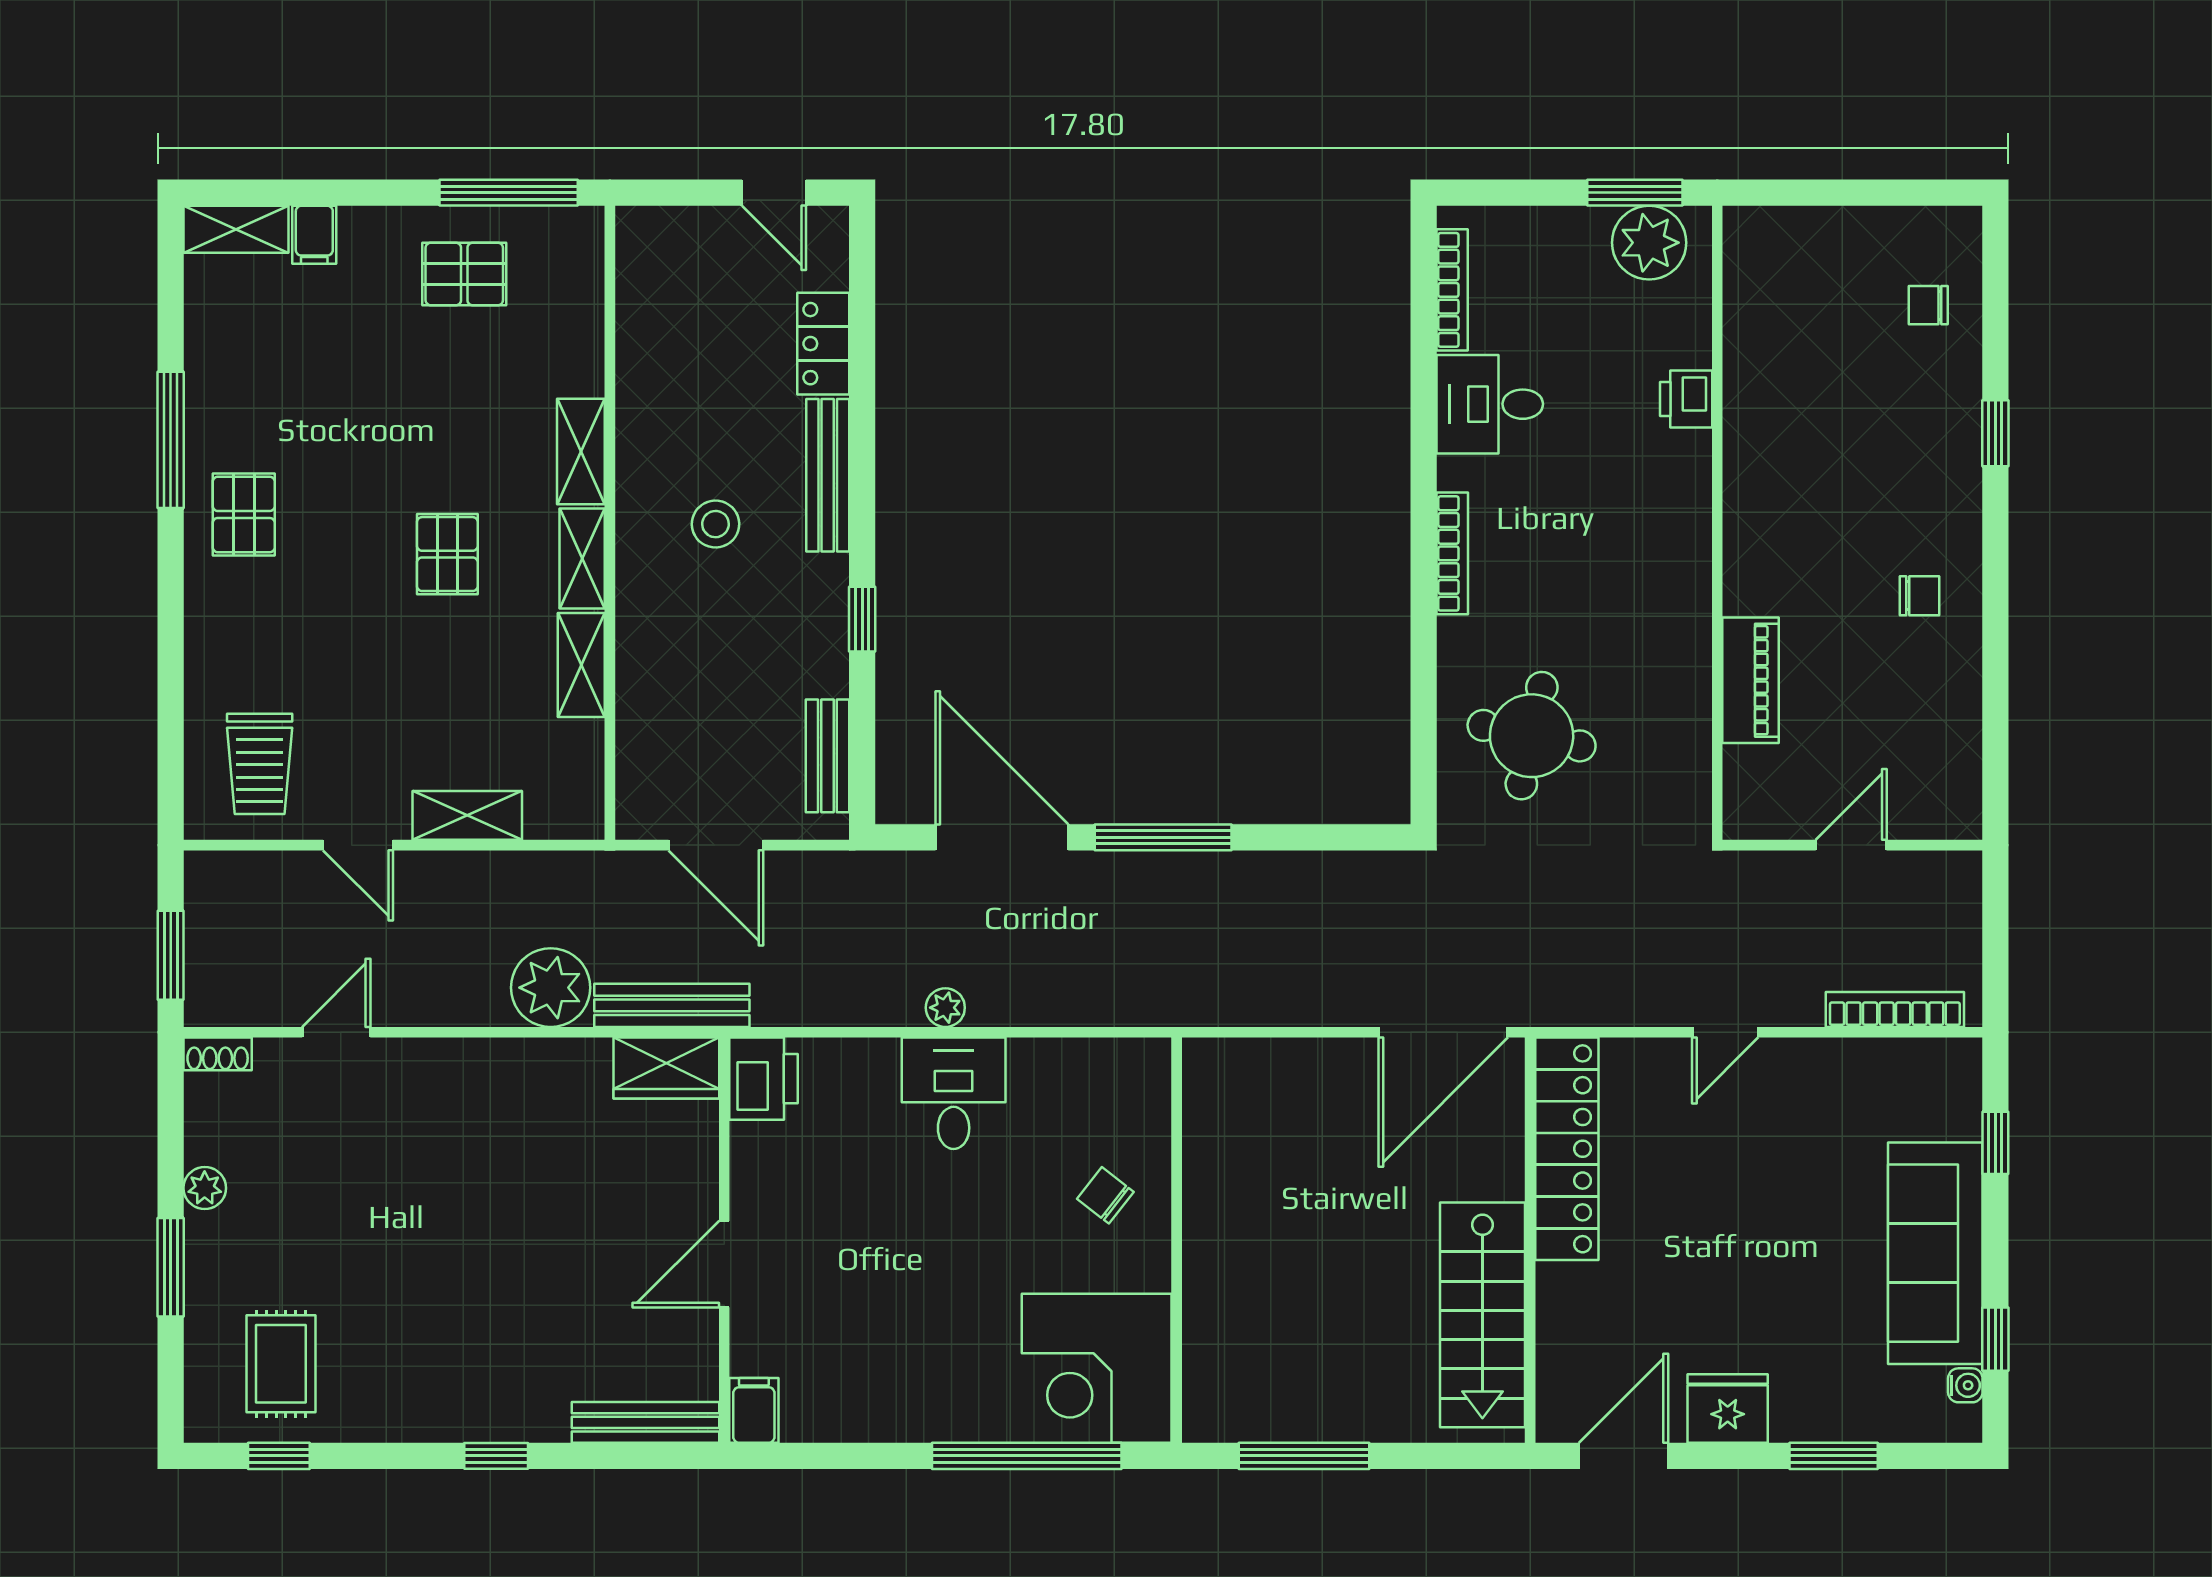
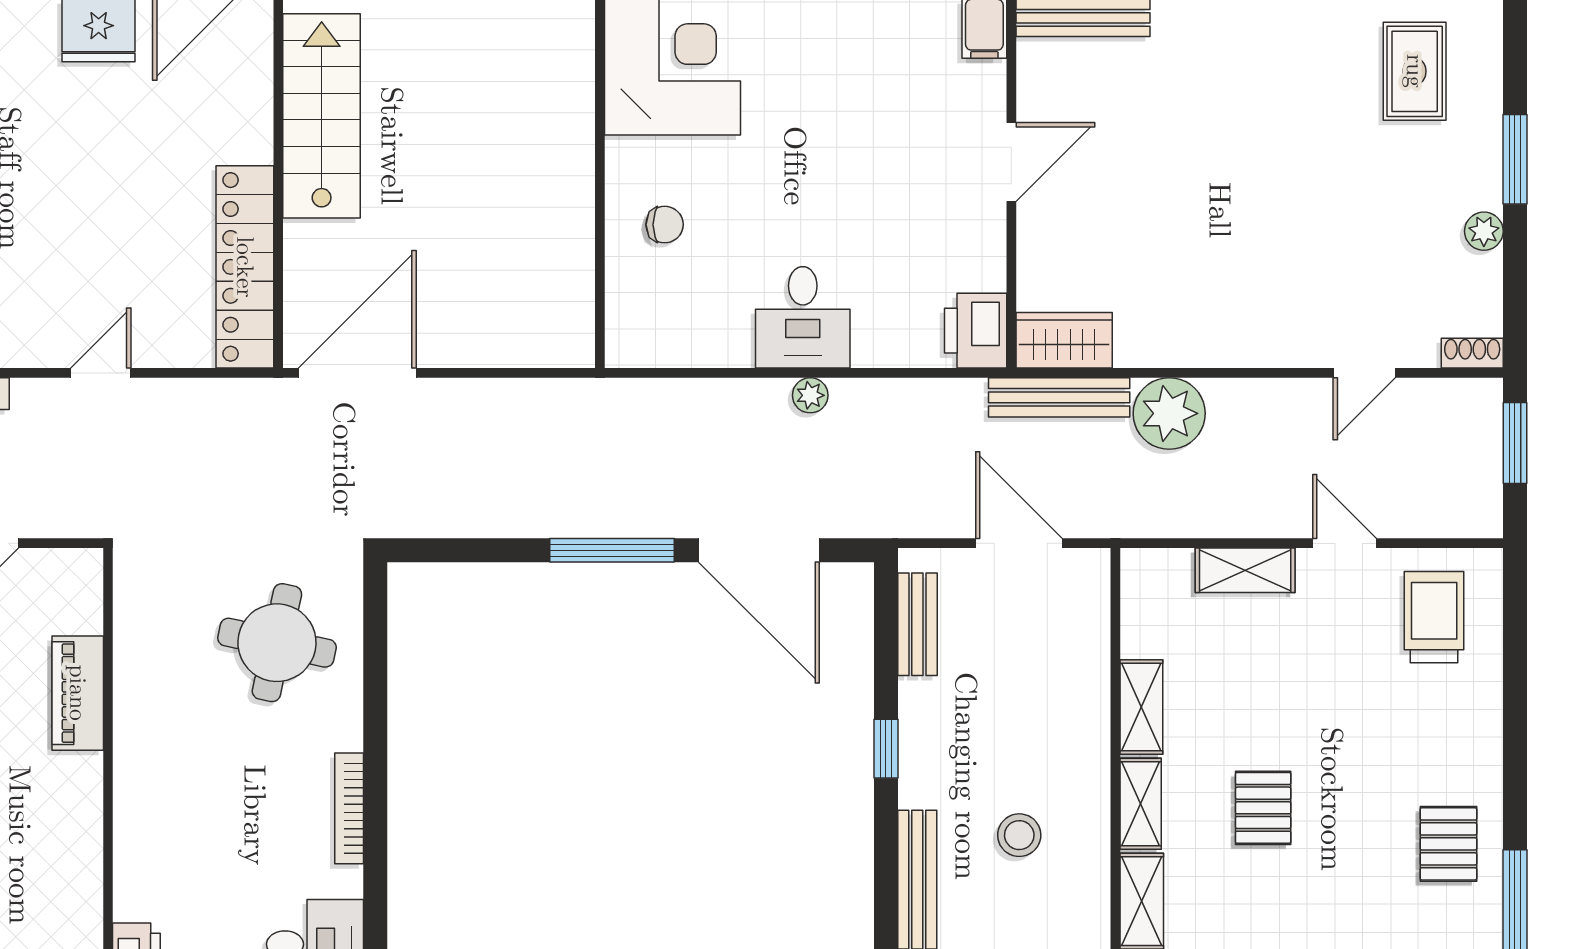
chair: (1105, 1195) -> (665, 225), turned -38

